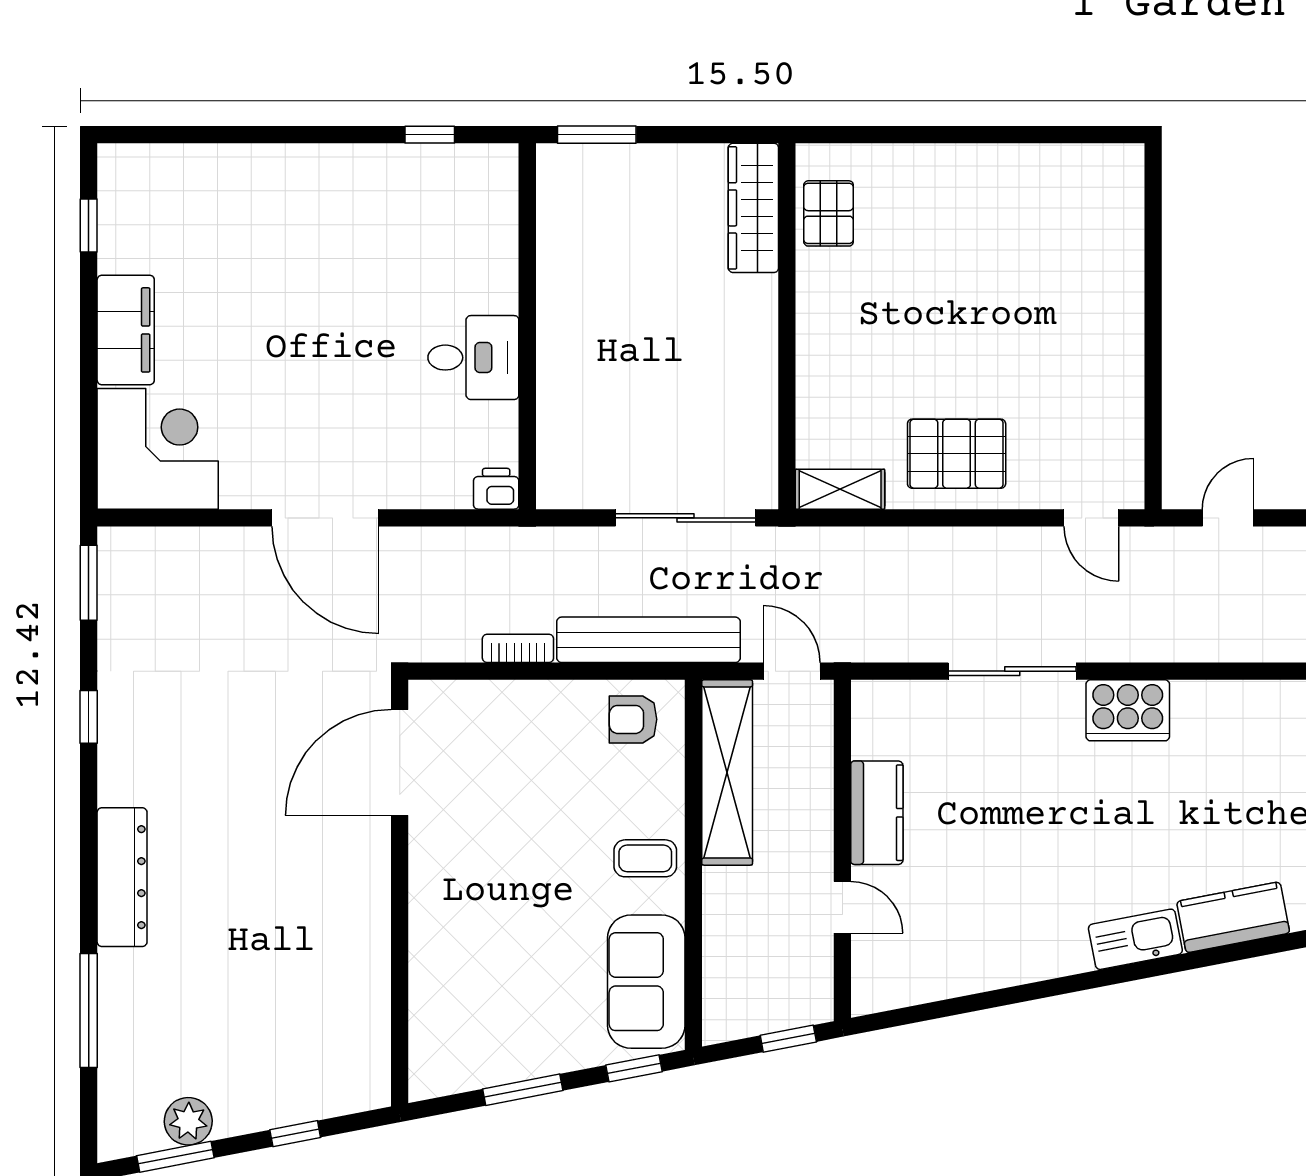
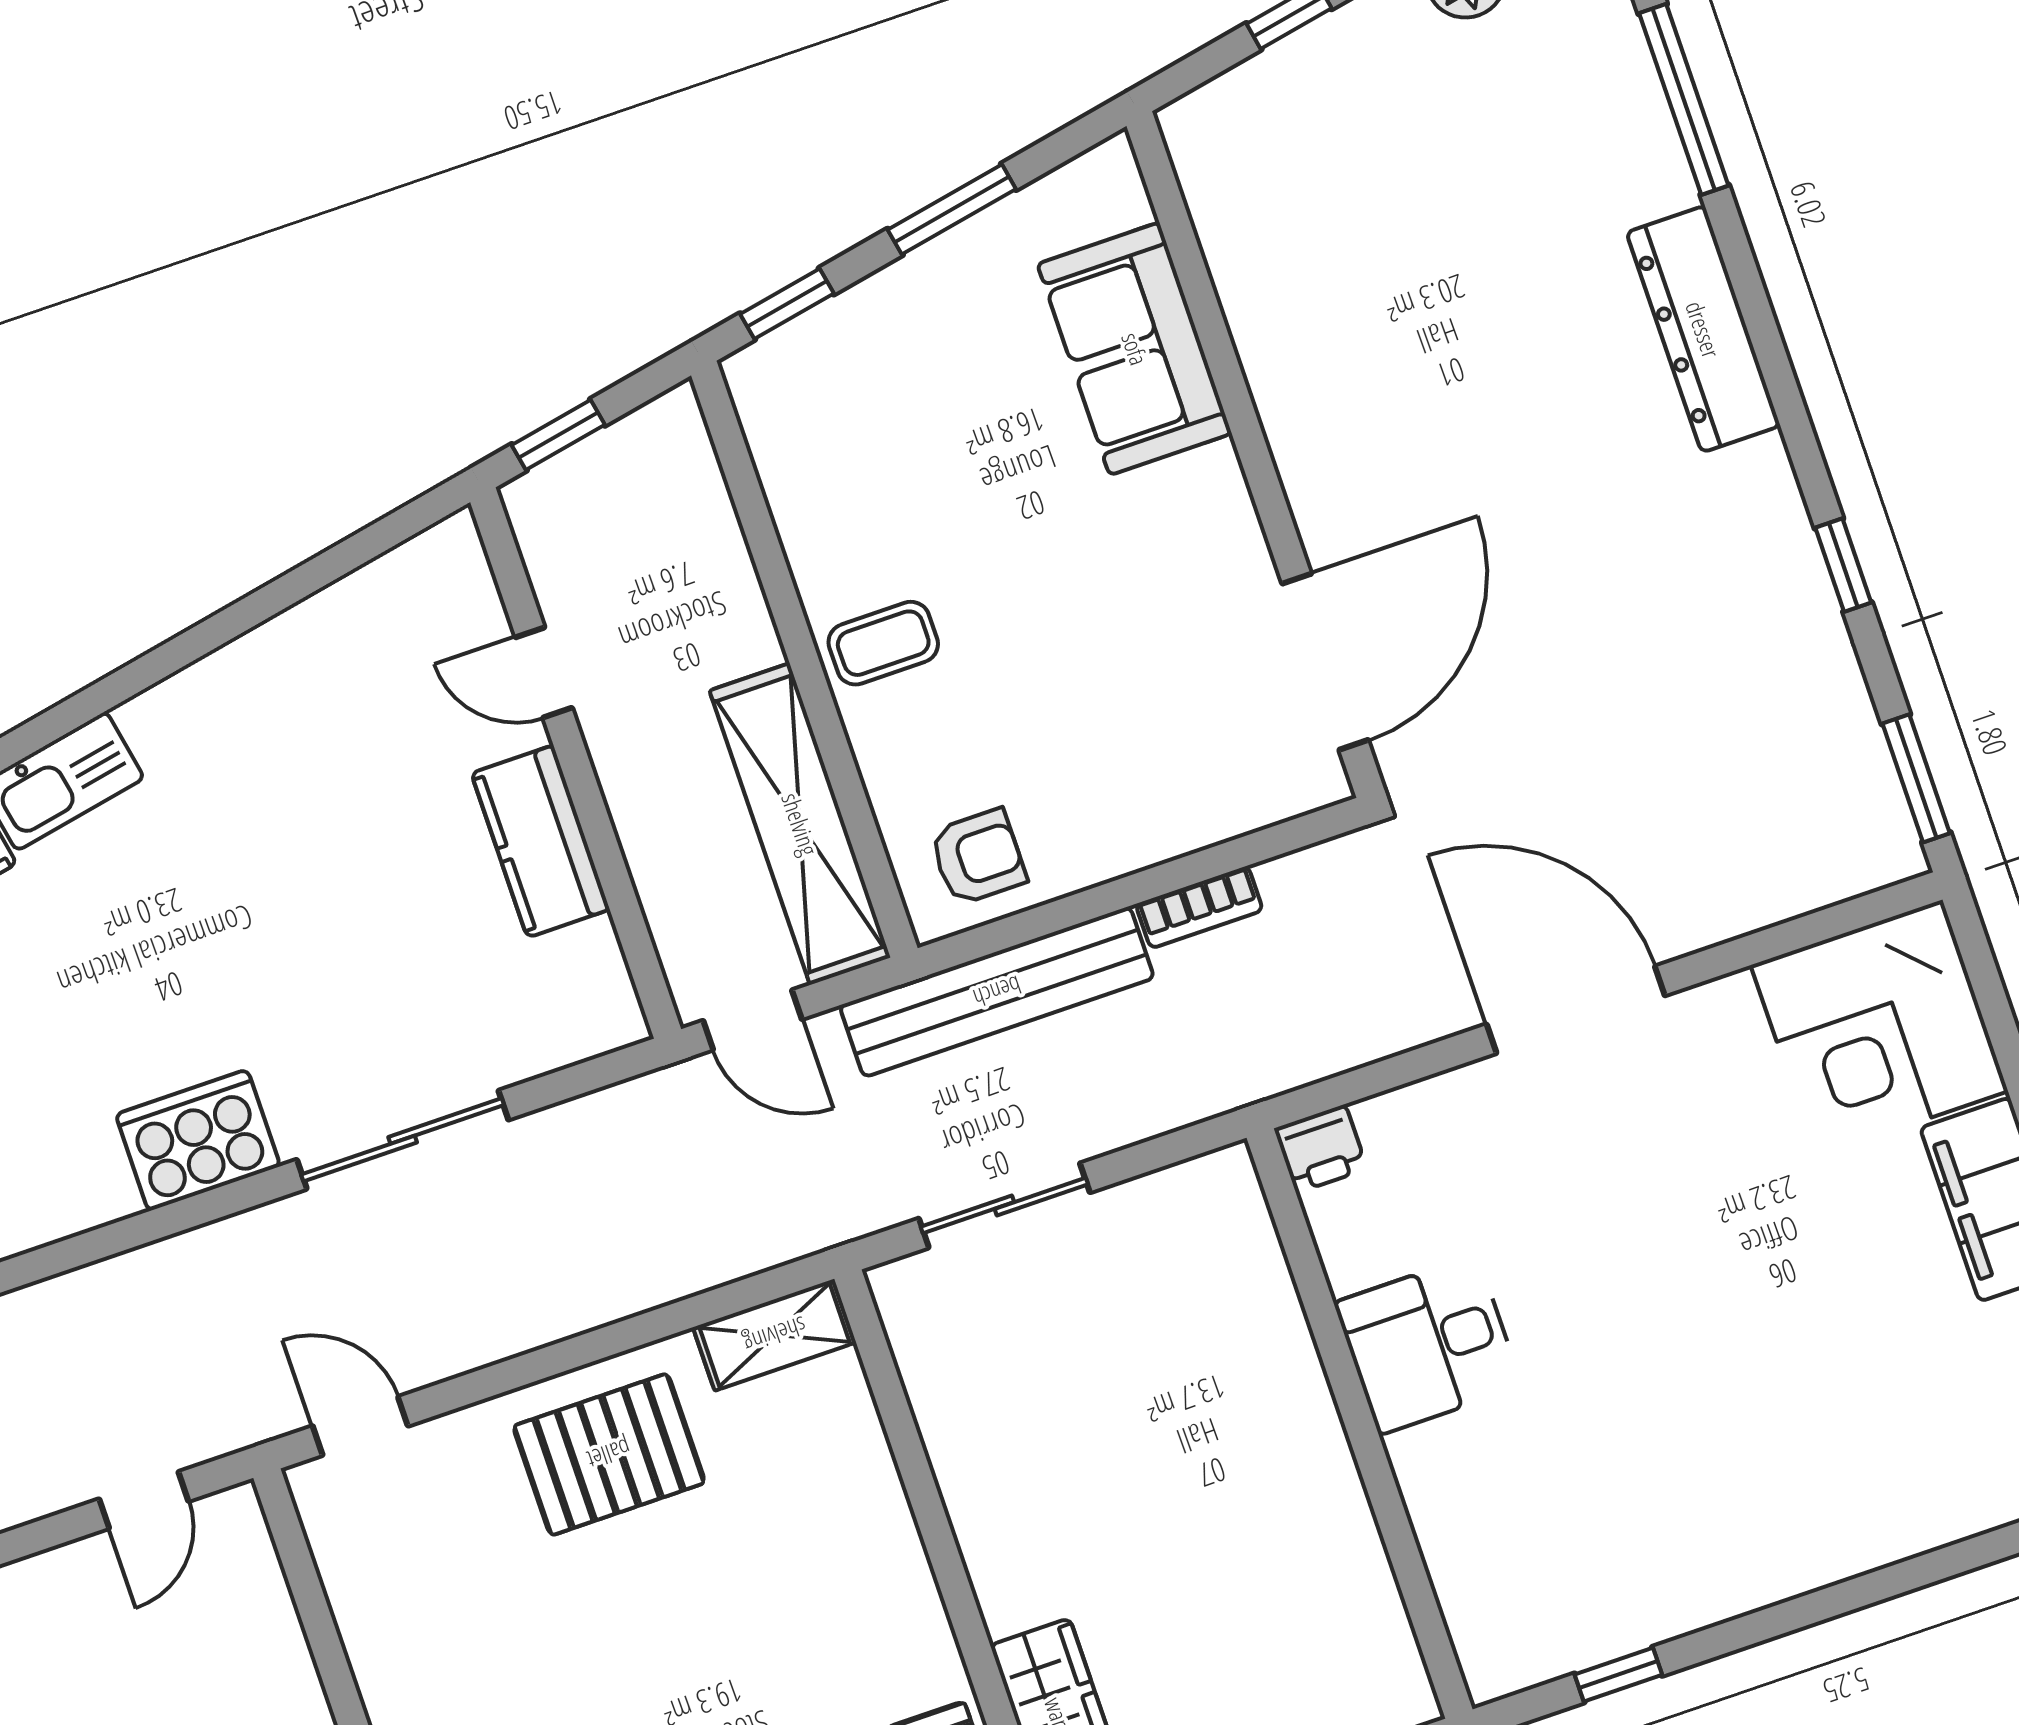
sliding door: (685, 518) -> (1004, 1205), width x0.73
sofa: (646, 982) -> (1135, 349), moved, turned 180

